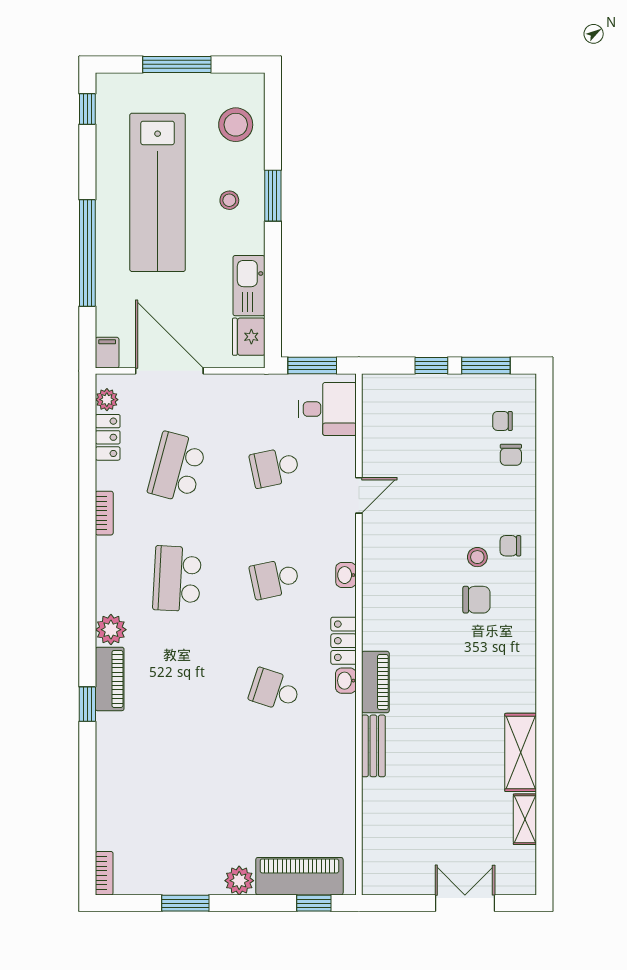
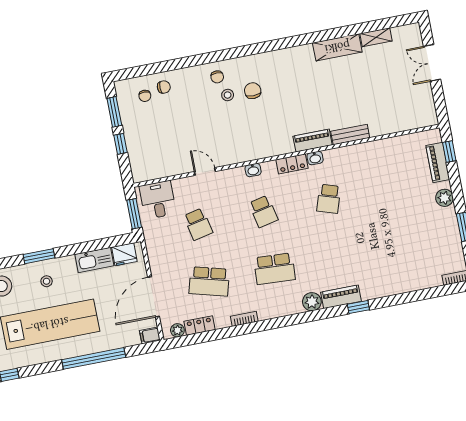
piano: (299, 876) -> (438, 162), width x0.73, depth x0.75

